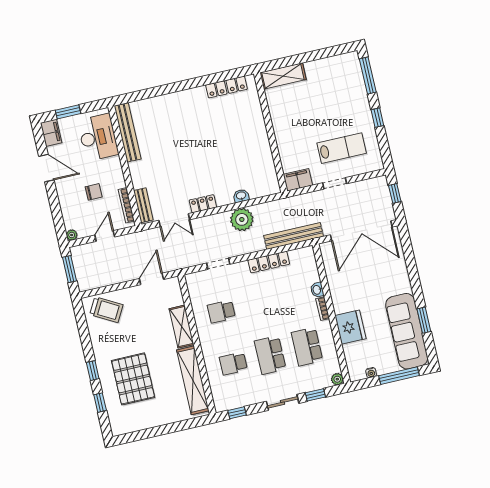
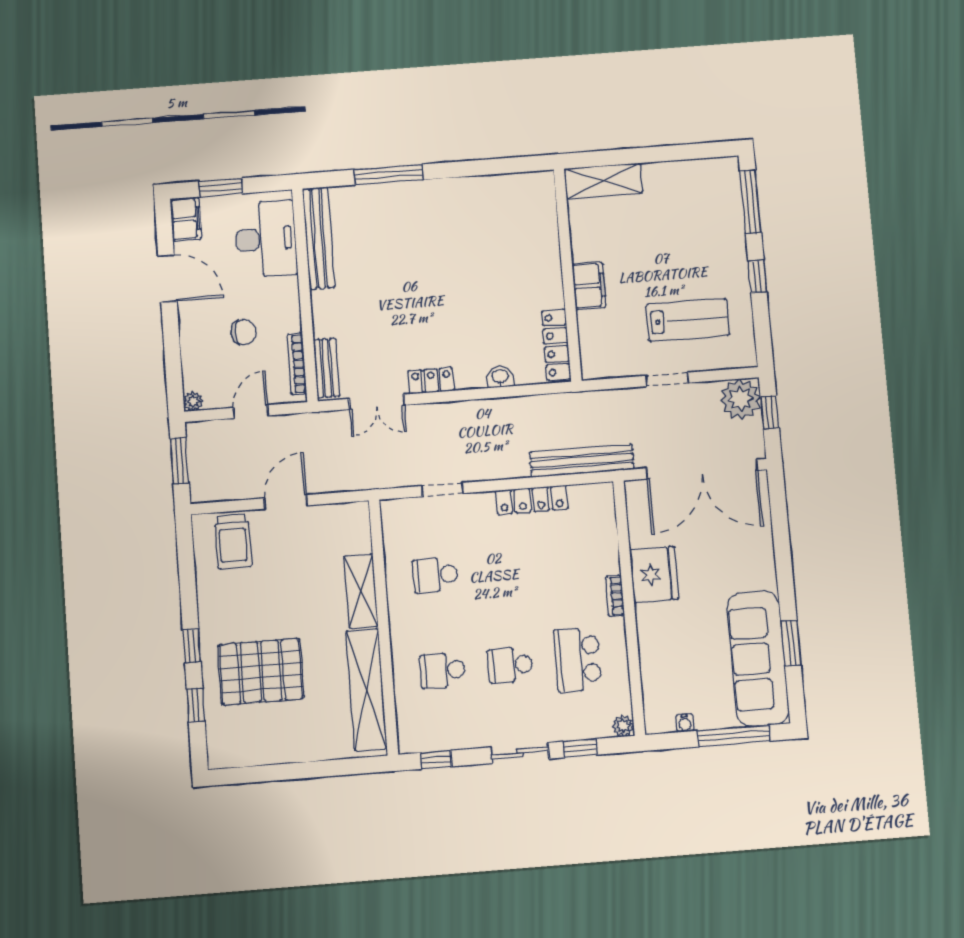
locker: (226, 87) -> (556, 345), moved, turned 90
window: (161, 90) -> (388, 175), added
filing cabinet: (298, 180) -> (589, 286), moved, turned 90
plant: (242, 219) -> (740, 399), moved
door: (151, 279) -> (286, 502), moved
washbasin: (317, 290) -> (610, 561), removed
trolley: (106, 310) -> (233, 542), turned 61
fridge: (350, 327) -> (654, 575), moved
school desk: (270, 355) -> (510, 665), width x0.54
pallet: (133, 379) -> (261, 672), turned 90

